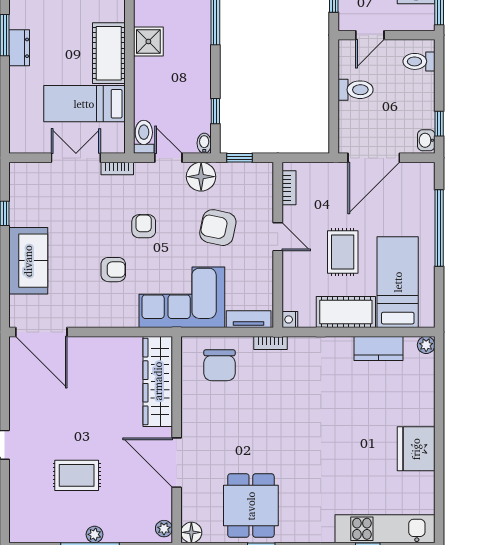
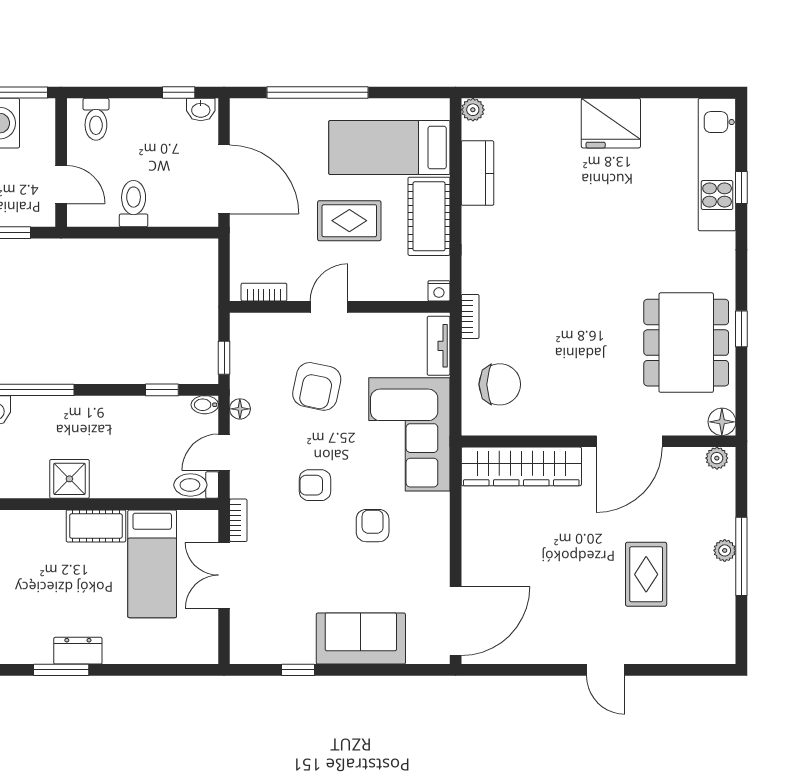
cot: (109, 53) -> (96, 526), width x0.73, depth x0.75
floor lamp: (201, 177) -> (240, 409), width x0.53, depth x0.53
dining table: (251, 506) -> (686, 343), width x1.38

